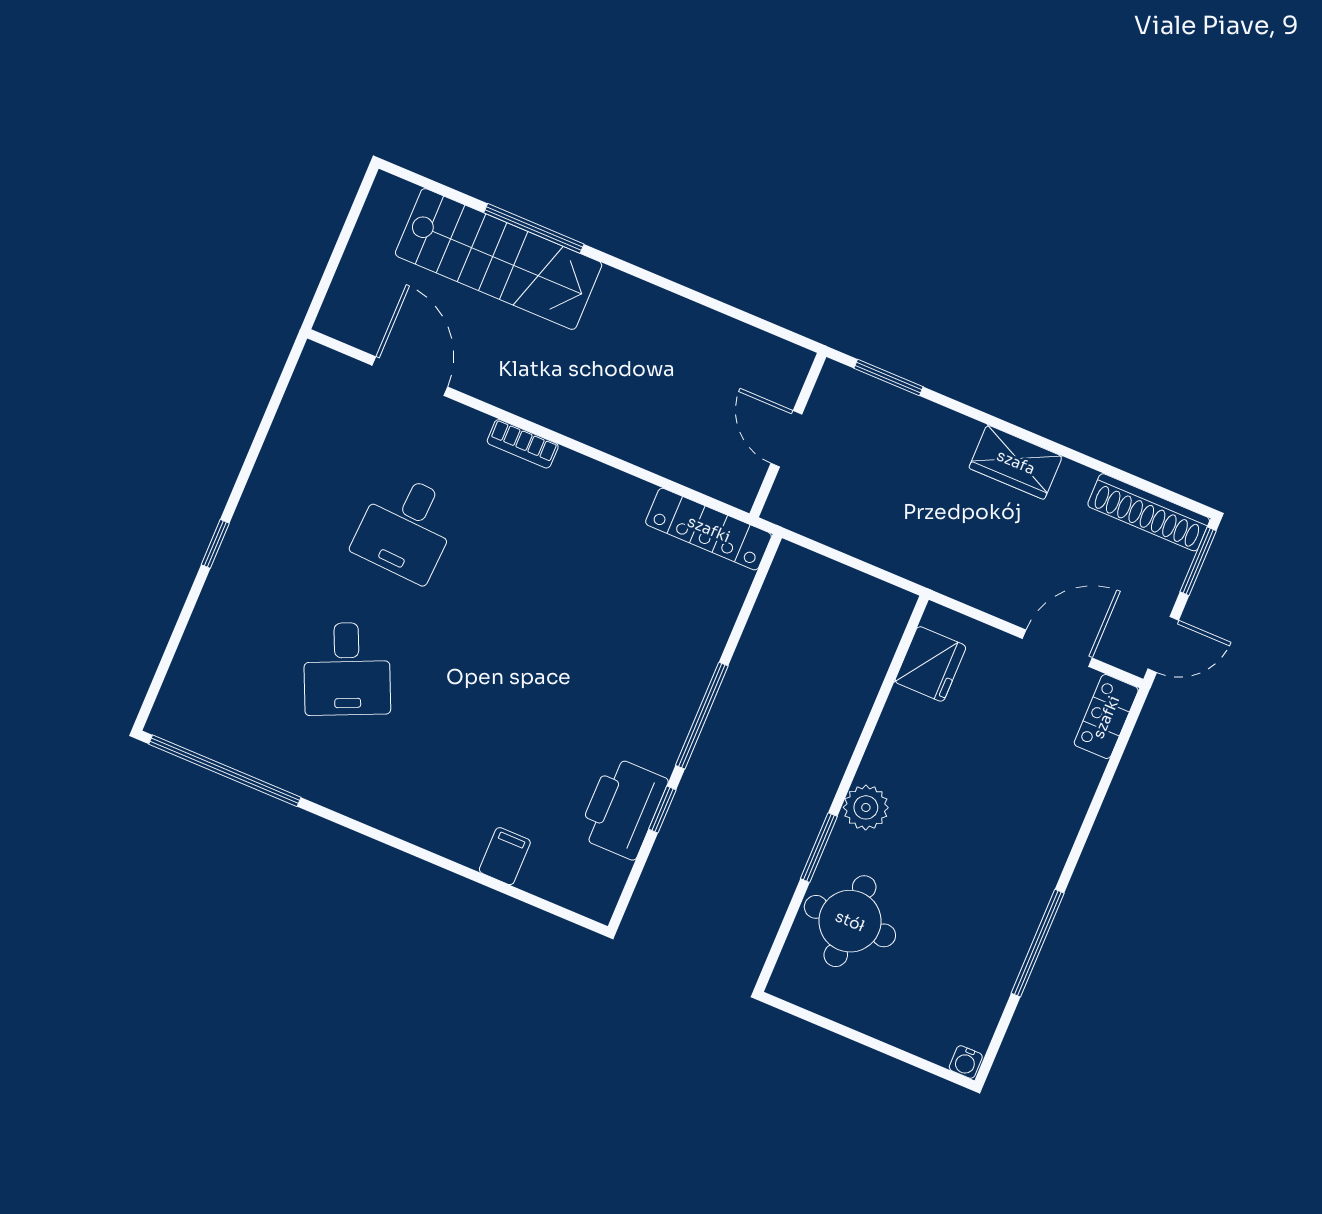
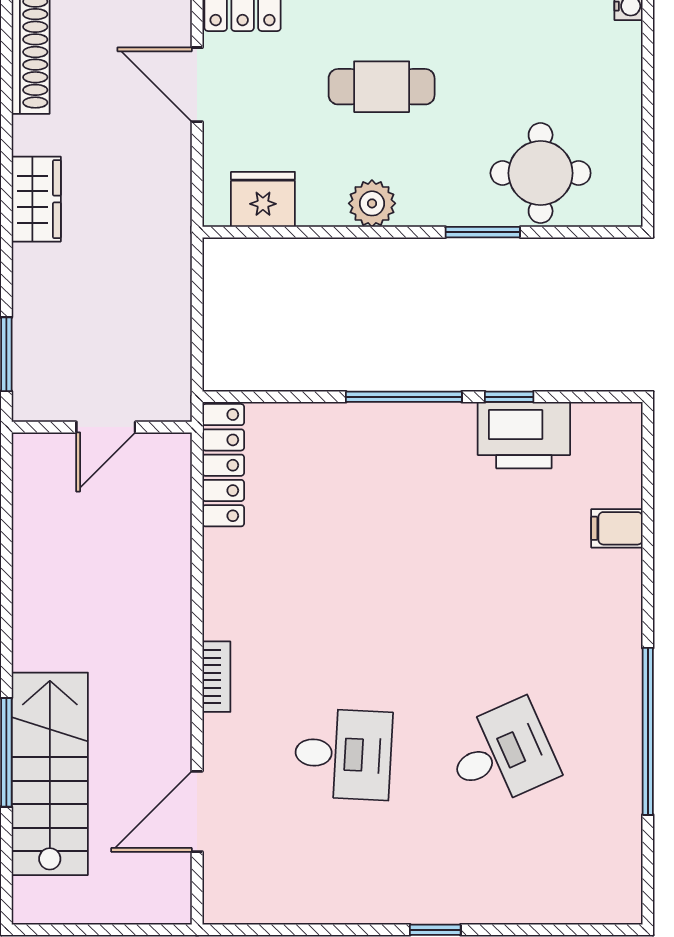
window: (225, 771) -> (648, 731), moved
plant: (866, 807) -> (372, 203), moved
cafe table: (986, 812) -> (382, 87), added

